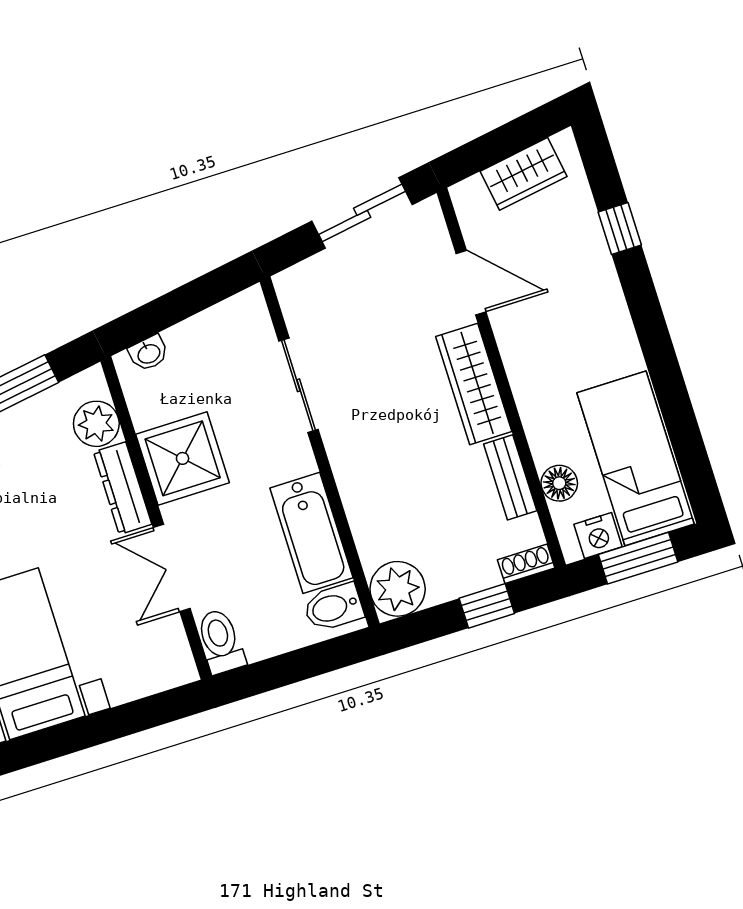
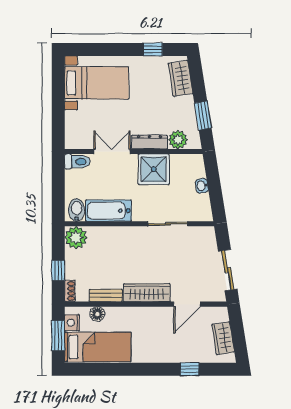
washbasin: (149, 353) -> (202, 186), moved

